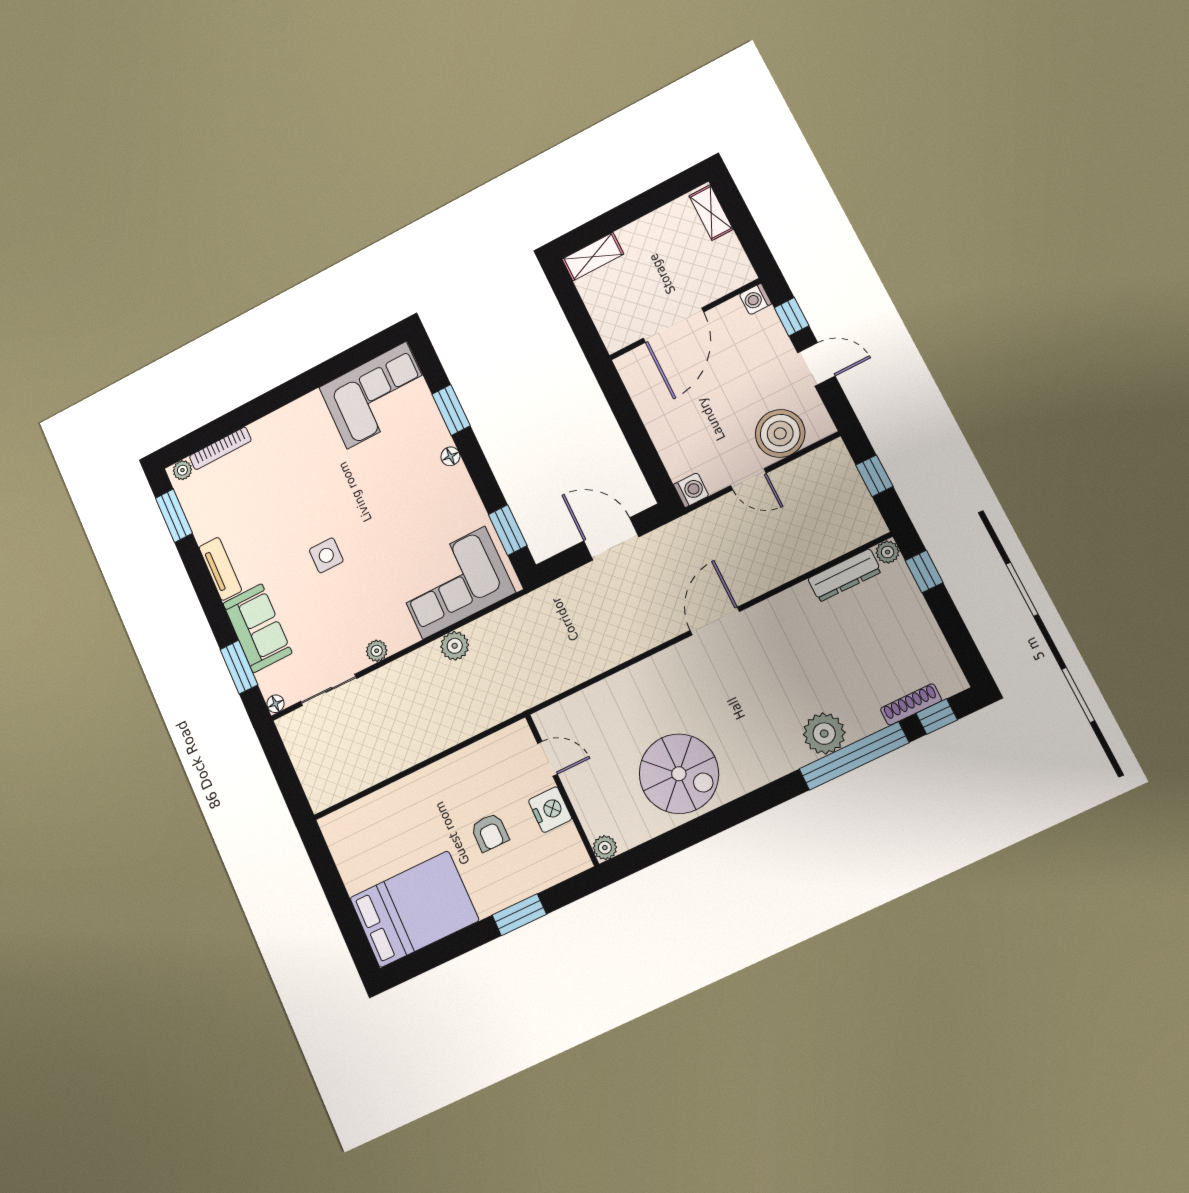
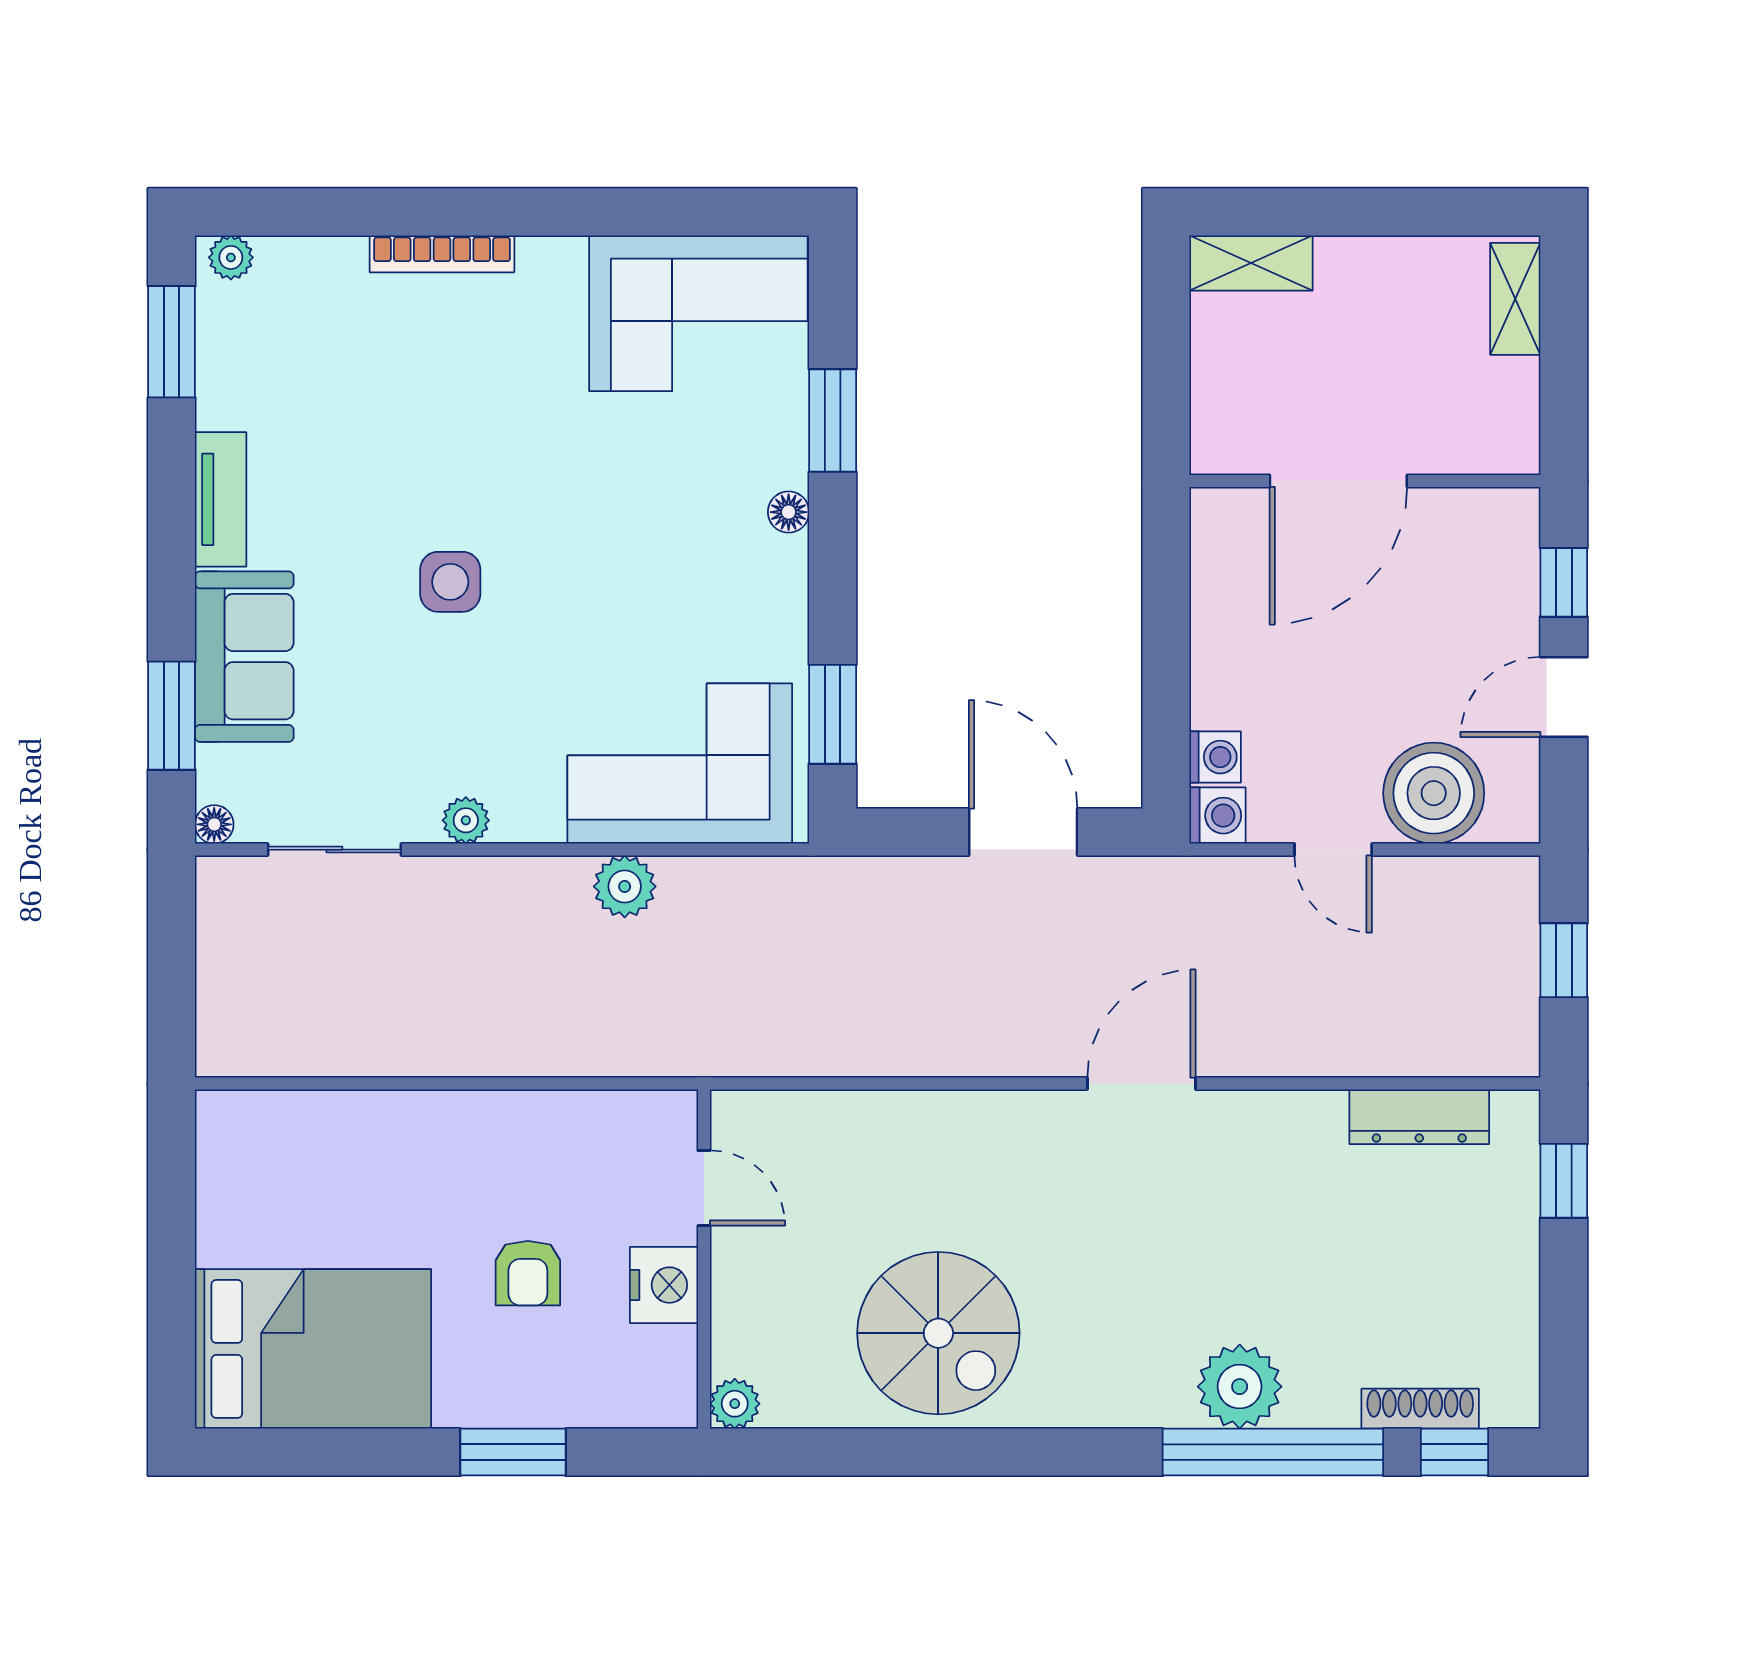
washing machine: (755, 299) -> (1215, 757), moved, turned 180
door: (816, 364) -> (1564, 697), swing flipped
bookcase: (220, 448) -> (442, 254), moved
plant: (888, 552) -> (1517, 1113), removed

